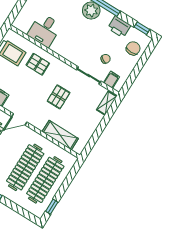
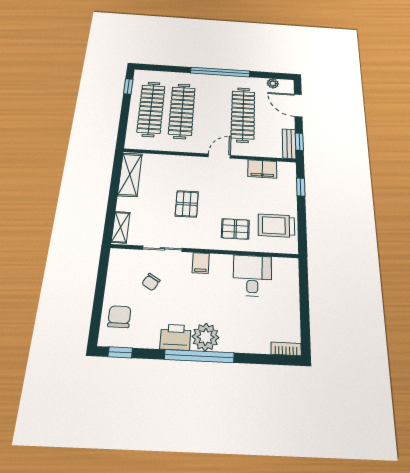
printer: (119, 27) -> (176, 337), moved
chair: (133, 48) -> (119, 317), turned 180
filing cabinet: (112, 80) -> (201, 263), moved
shelving: (60, 135) -> (130, 175), moved, turned 90

